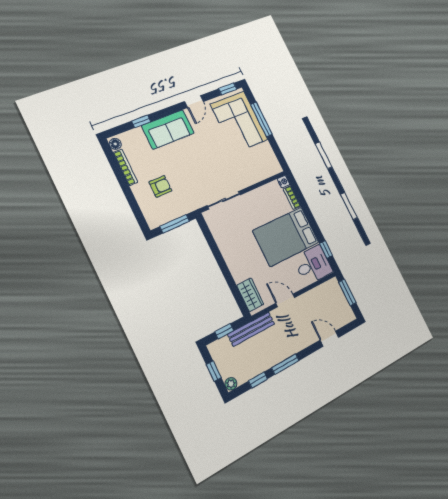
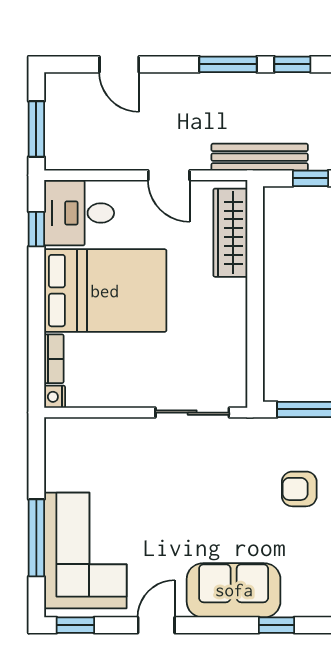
wardrobe: (250, 295) -> (230, 233), width x1.50

